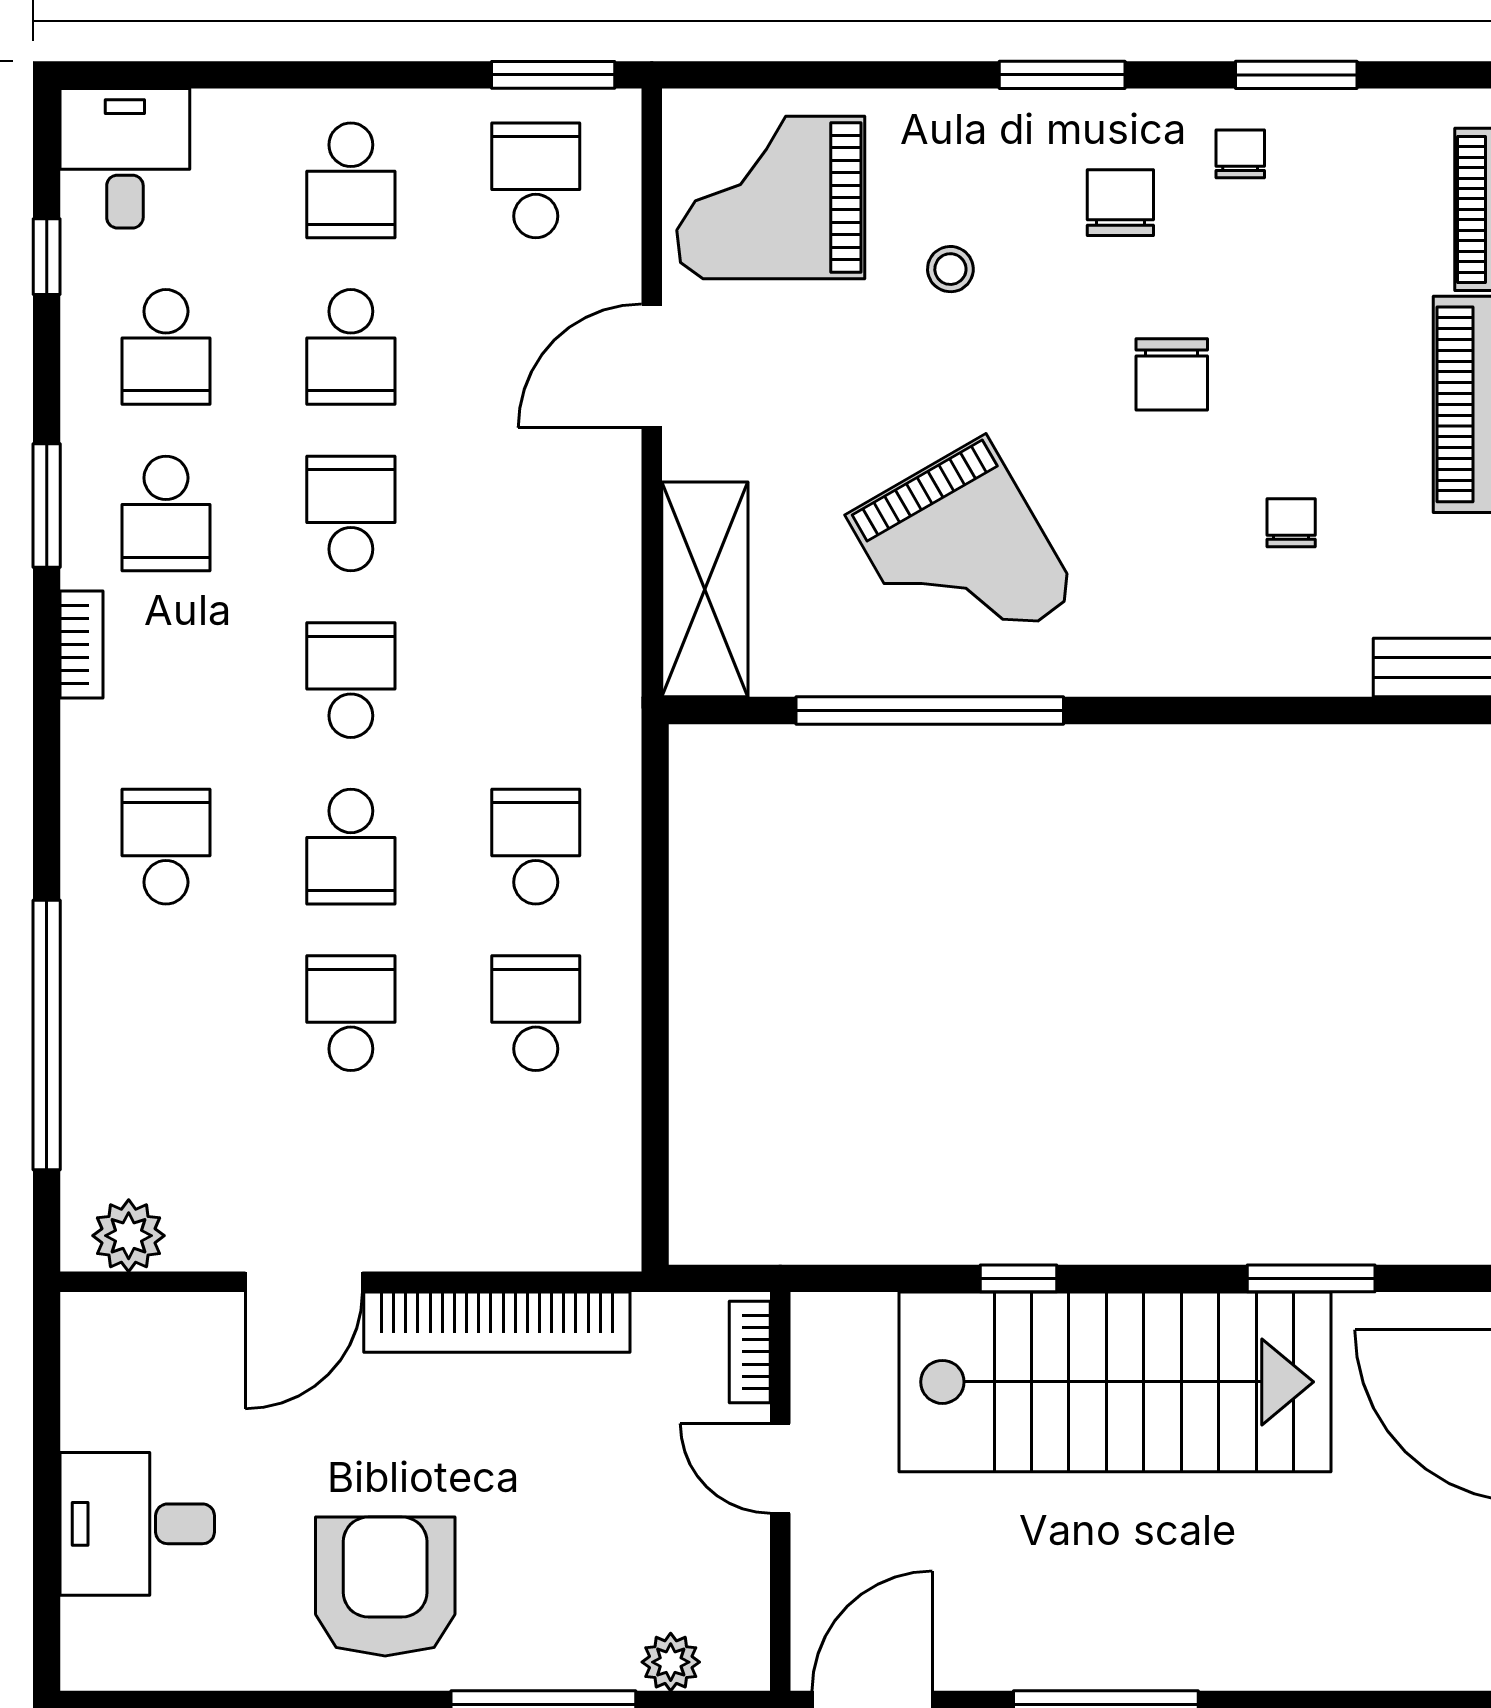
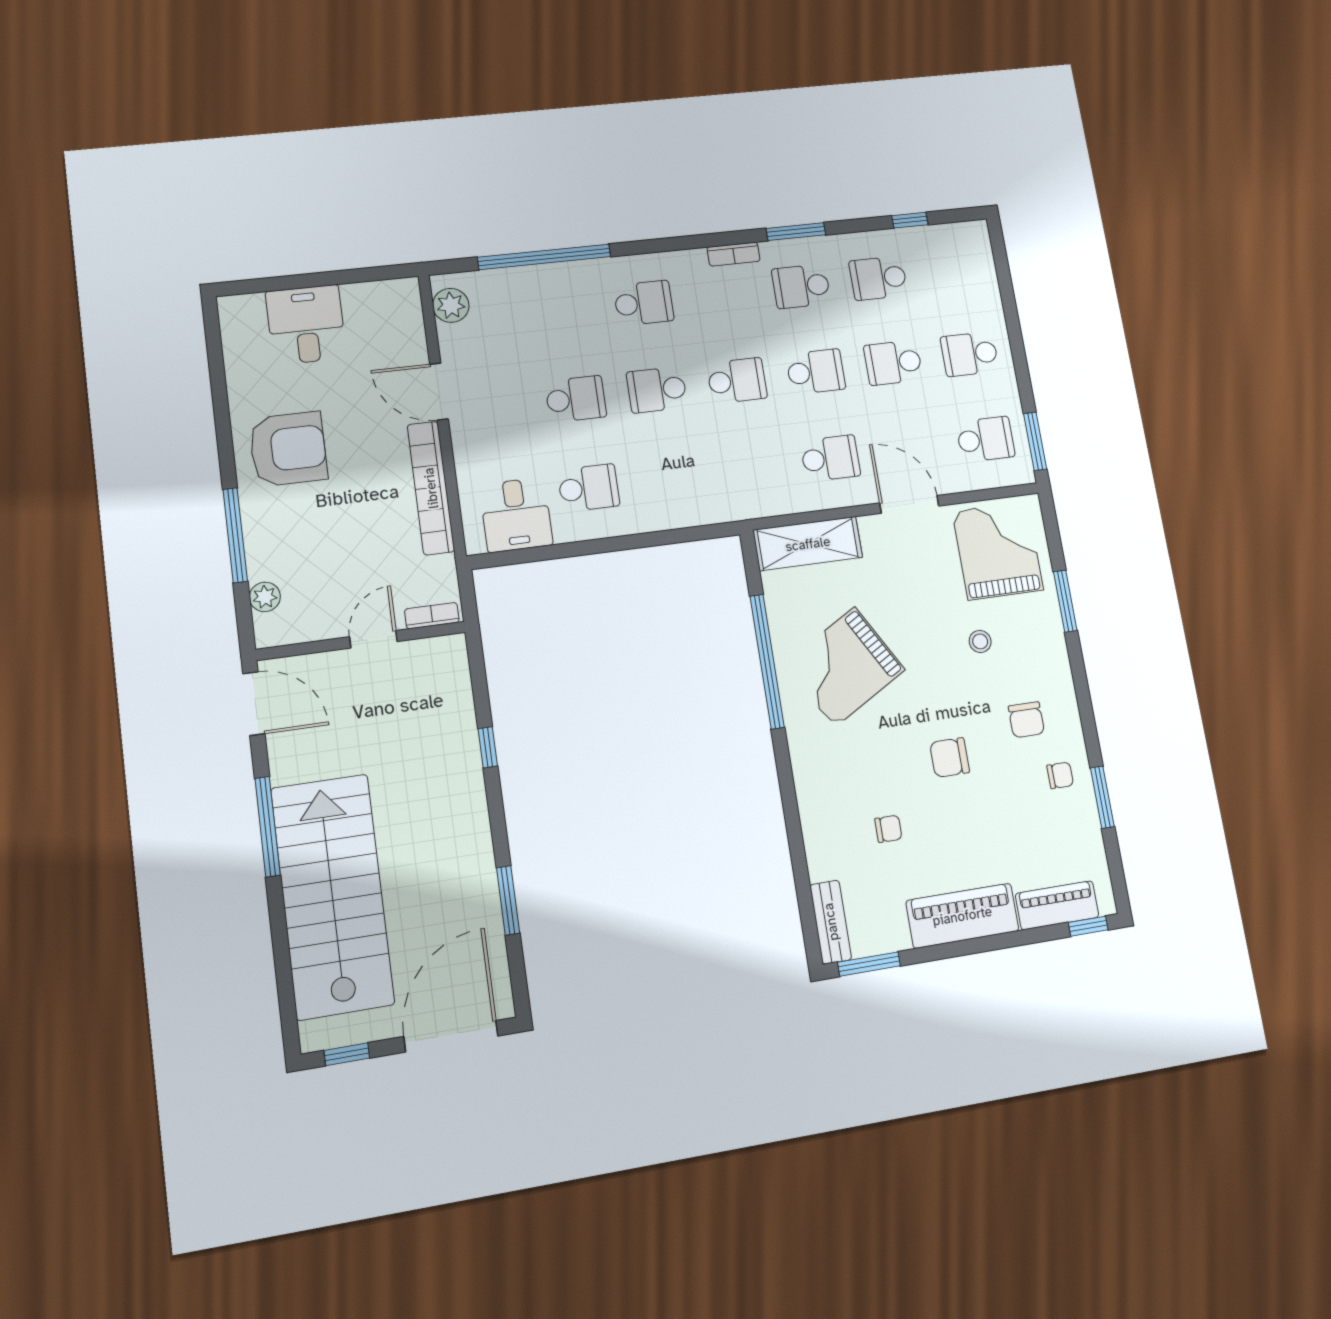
window: (1062, 75) -> (1065, 601), moved
desk: (125, 158) -> (516, 515), moved, turned 90
chair: (1120, 203) -> (1026, 720), turned 90
school desk: (536, 847) -> (830, 458), moved
stairs: (1115, 1382) -> (332, 896), moved, turned 180

